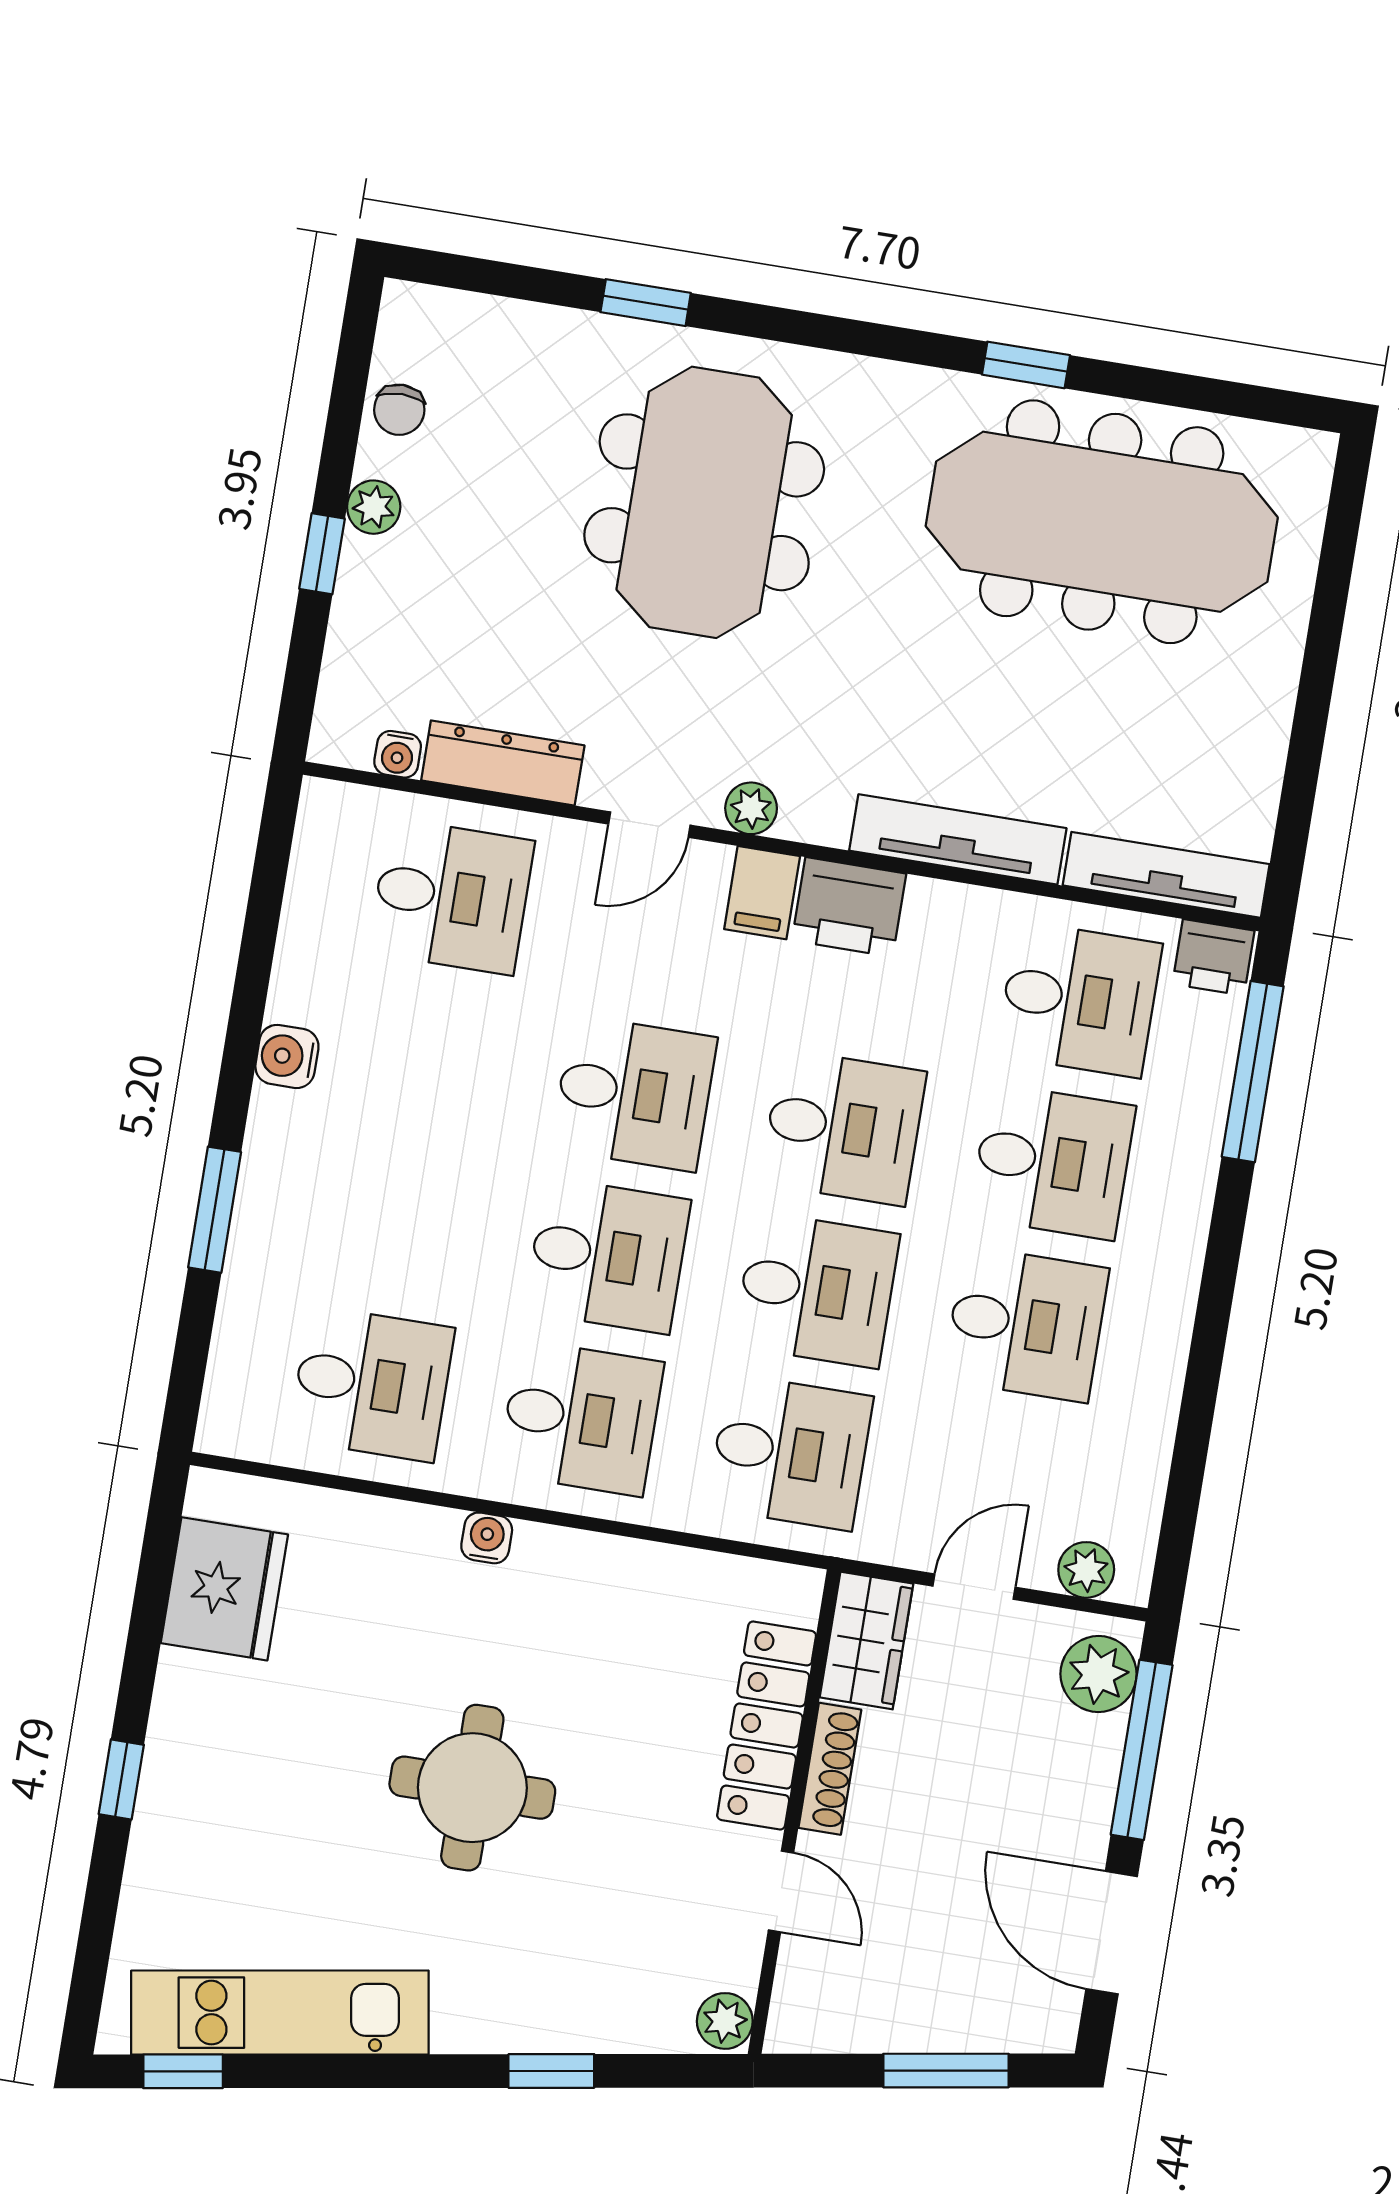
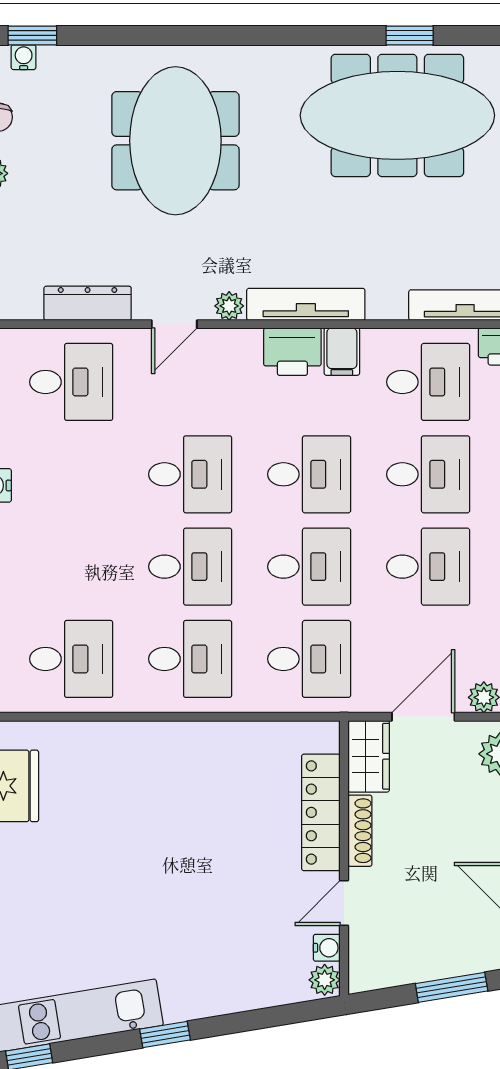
window: (646, 303) -> (32, 35), moved
window: (1026, 365) -> (410, 35), moved
water cooler: (398, 754) -> (24, 57), moved, turned 180
tv unit: (958, 839) -> (306, 304), moved
filing cabinet: (762, 893) -> (342, 352), moved
water cooler: (487, 1538) -> (327, 948), moved, turned 90
door: (974, 1587) -> (423, 717), width x1.37
round table: (472, 1788) -> (164, 874), removed
door: (781, 1892) -> (344, 903), swing flipped
window: (551, 2071) -> (165, 1035), moved

